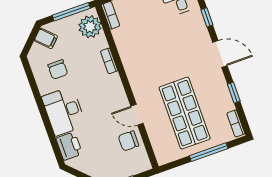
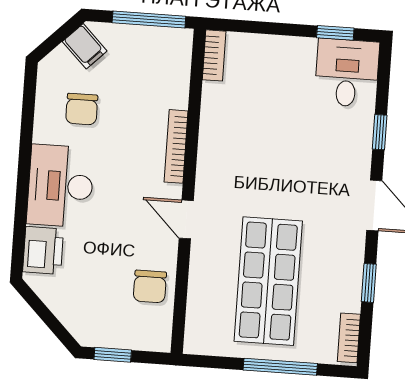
plant: (90, 27) -> (170, 60), removed
bookcase: (109, 61) -> (176, 146), width x1.56
door: (137, 115) -> (186, 219), moved
chair: (128, 141) -> (150, 286), turned -90

